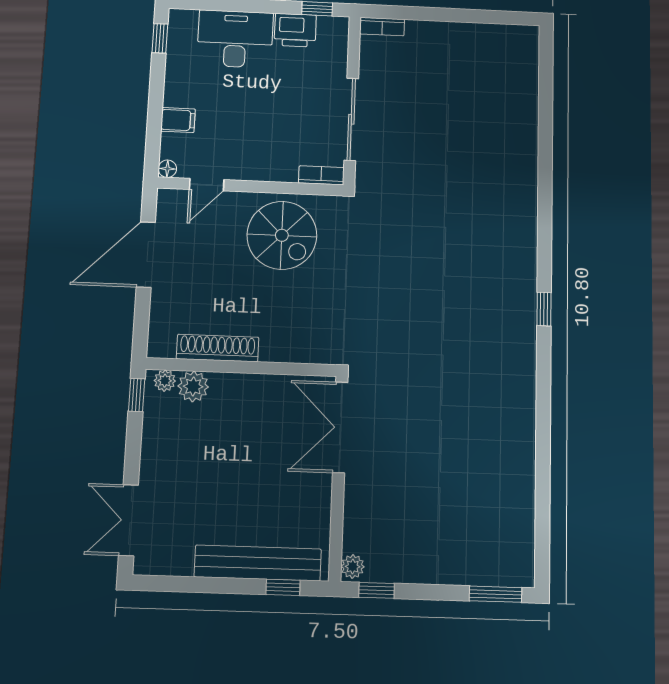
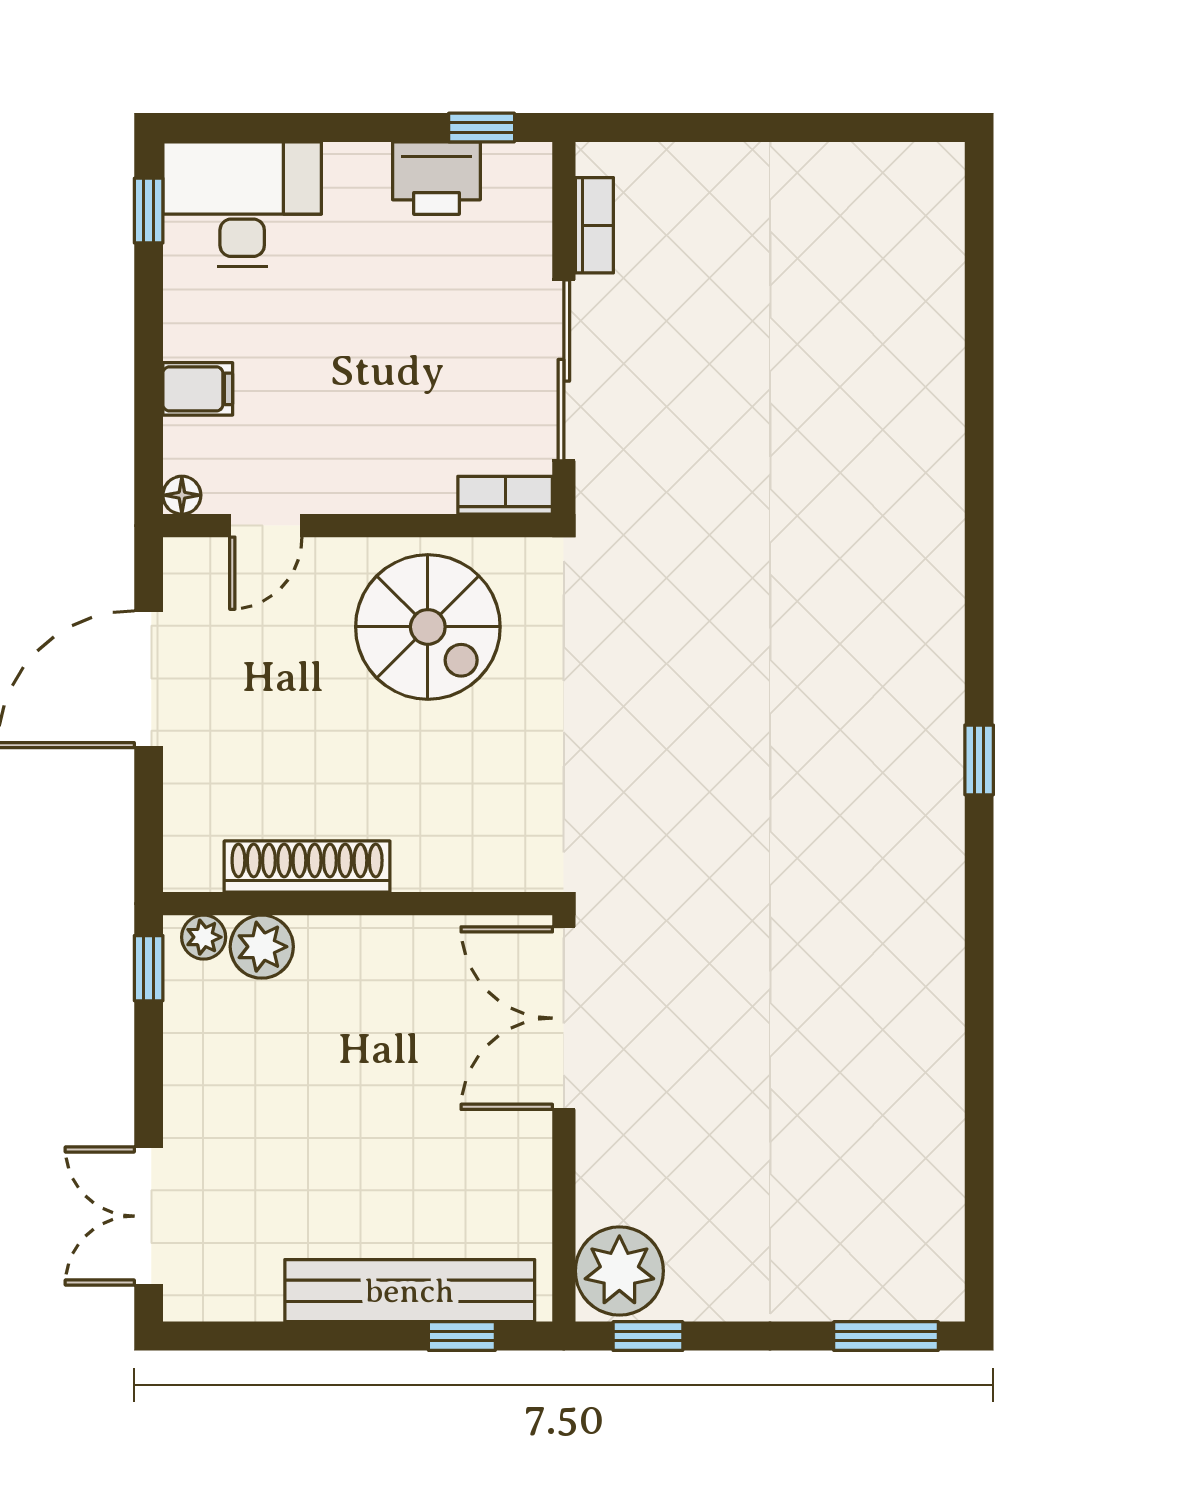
bookcase: (382, 27) -> (594, 225), moved, turned -90
desk: (235, 39) -> (242, 204), moved
plant: (353, 567) -> (619, 1271), width x1.88, depth x1.88

